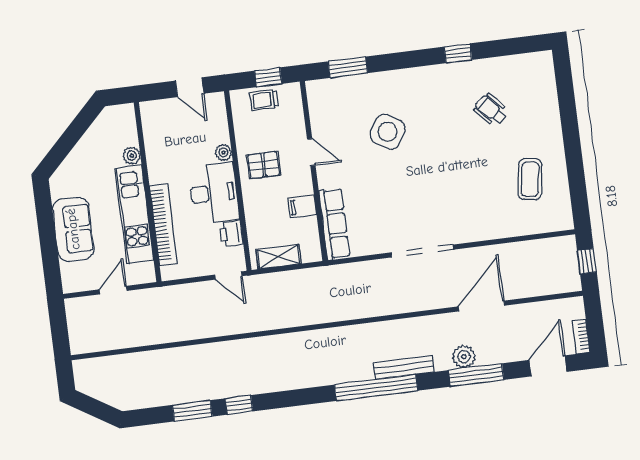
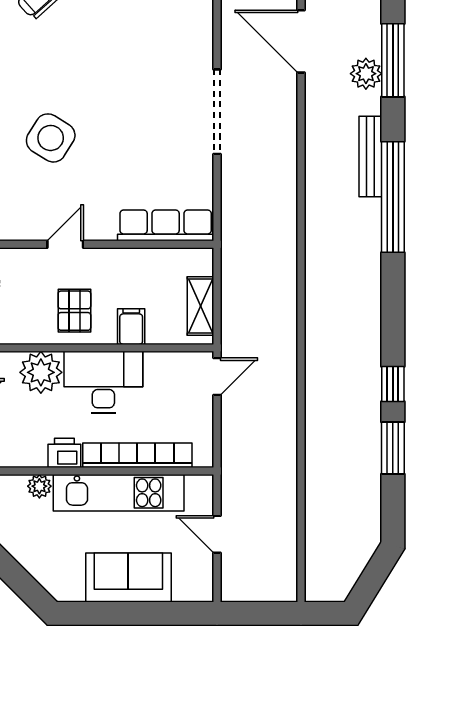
plant: (223, 152) -> (41, 372), width x1.87, depth x1.87
filing cabinet: (302, 206) -> (131, 327), moved, turned 180
printer: (231, 234) -> (64, 453), moved, turned 180

